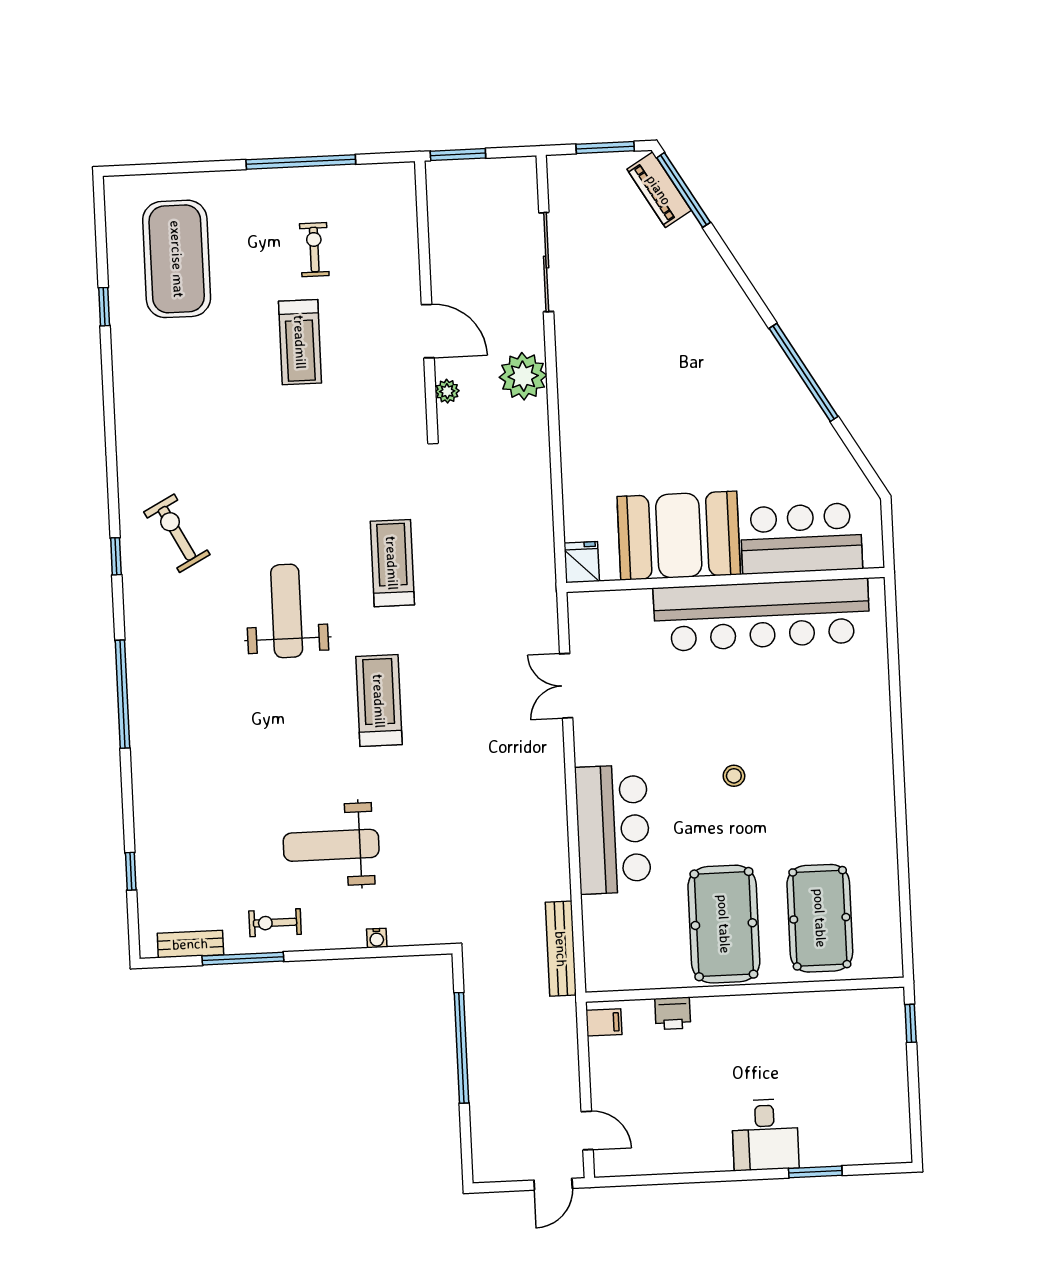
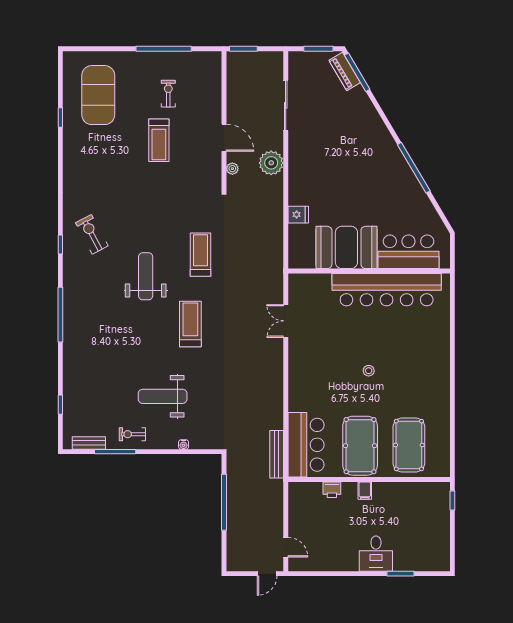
fridge: (582, 562) -> (298, 215), moved, turned 90
bar counter: (613, 829) -> (306, 445), moved
filing cabinet: (604, 1022) -> (365, 491), moved, turned 90

